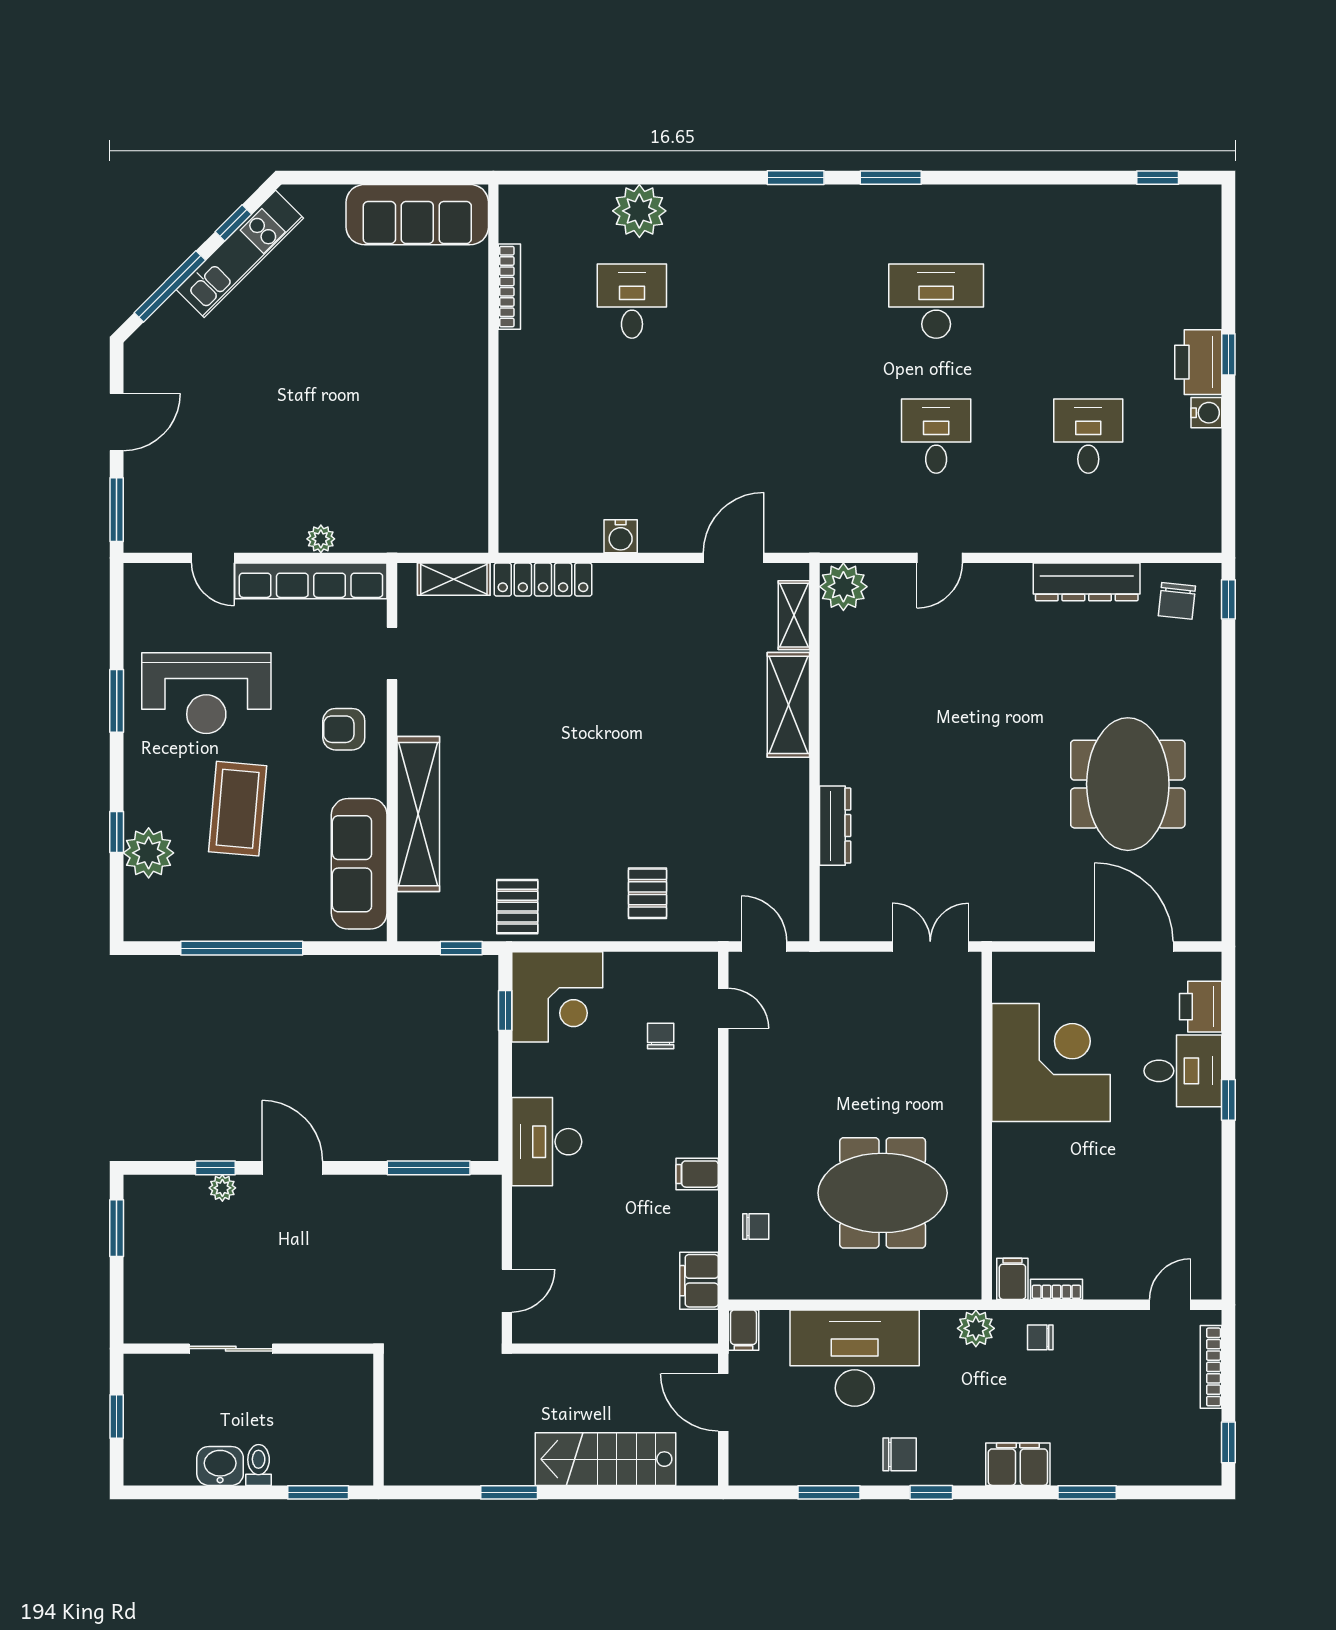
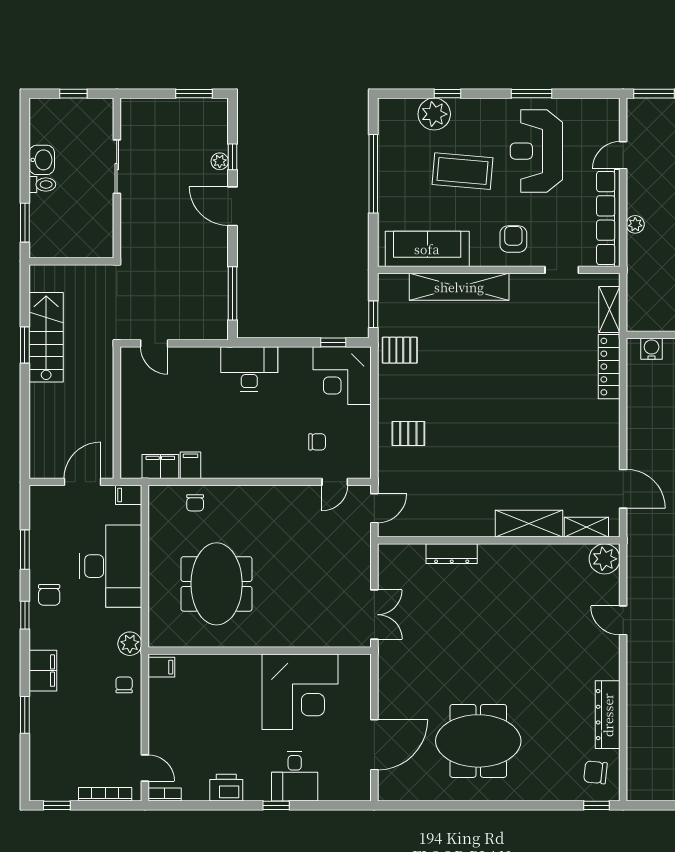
water cooler: (621, 536) -> (652, 349), moved, turned 90
printer: (1201, 1007) -> (226, 788), moved
door: (292, 1168) -> (233, 206), swing flipped
filing cabinet: (697, 1174) -> (190, 465), moved
bookcase: (1056, 1289) -> (165, 794), moved, turned -90
stairs: (605, 1459) -> (46, 337), moved

